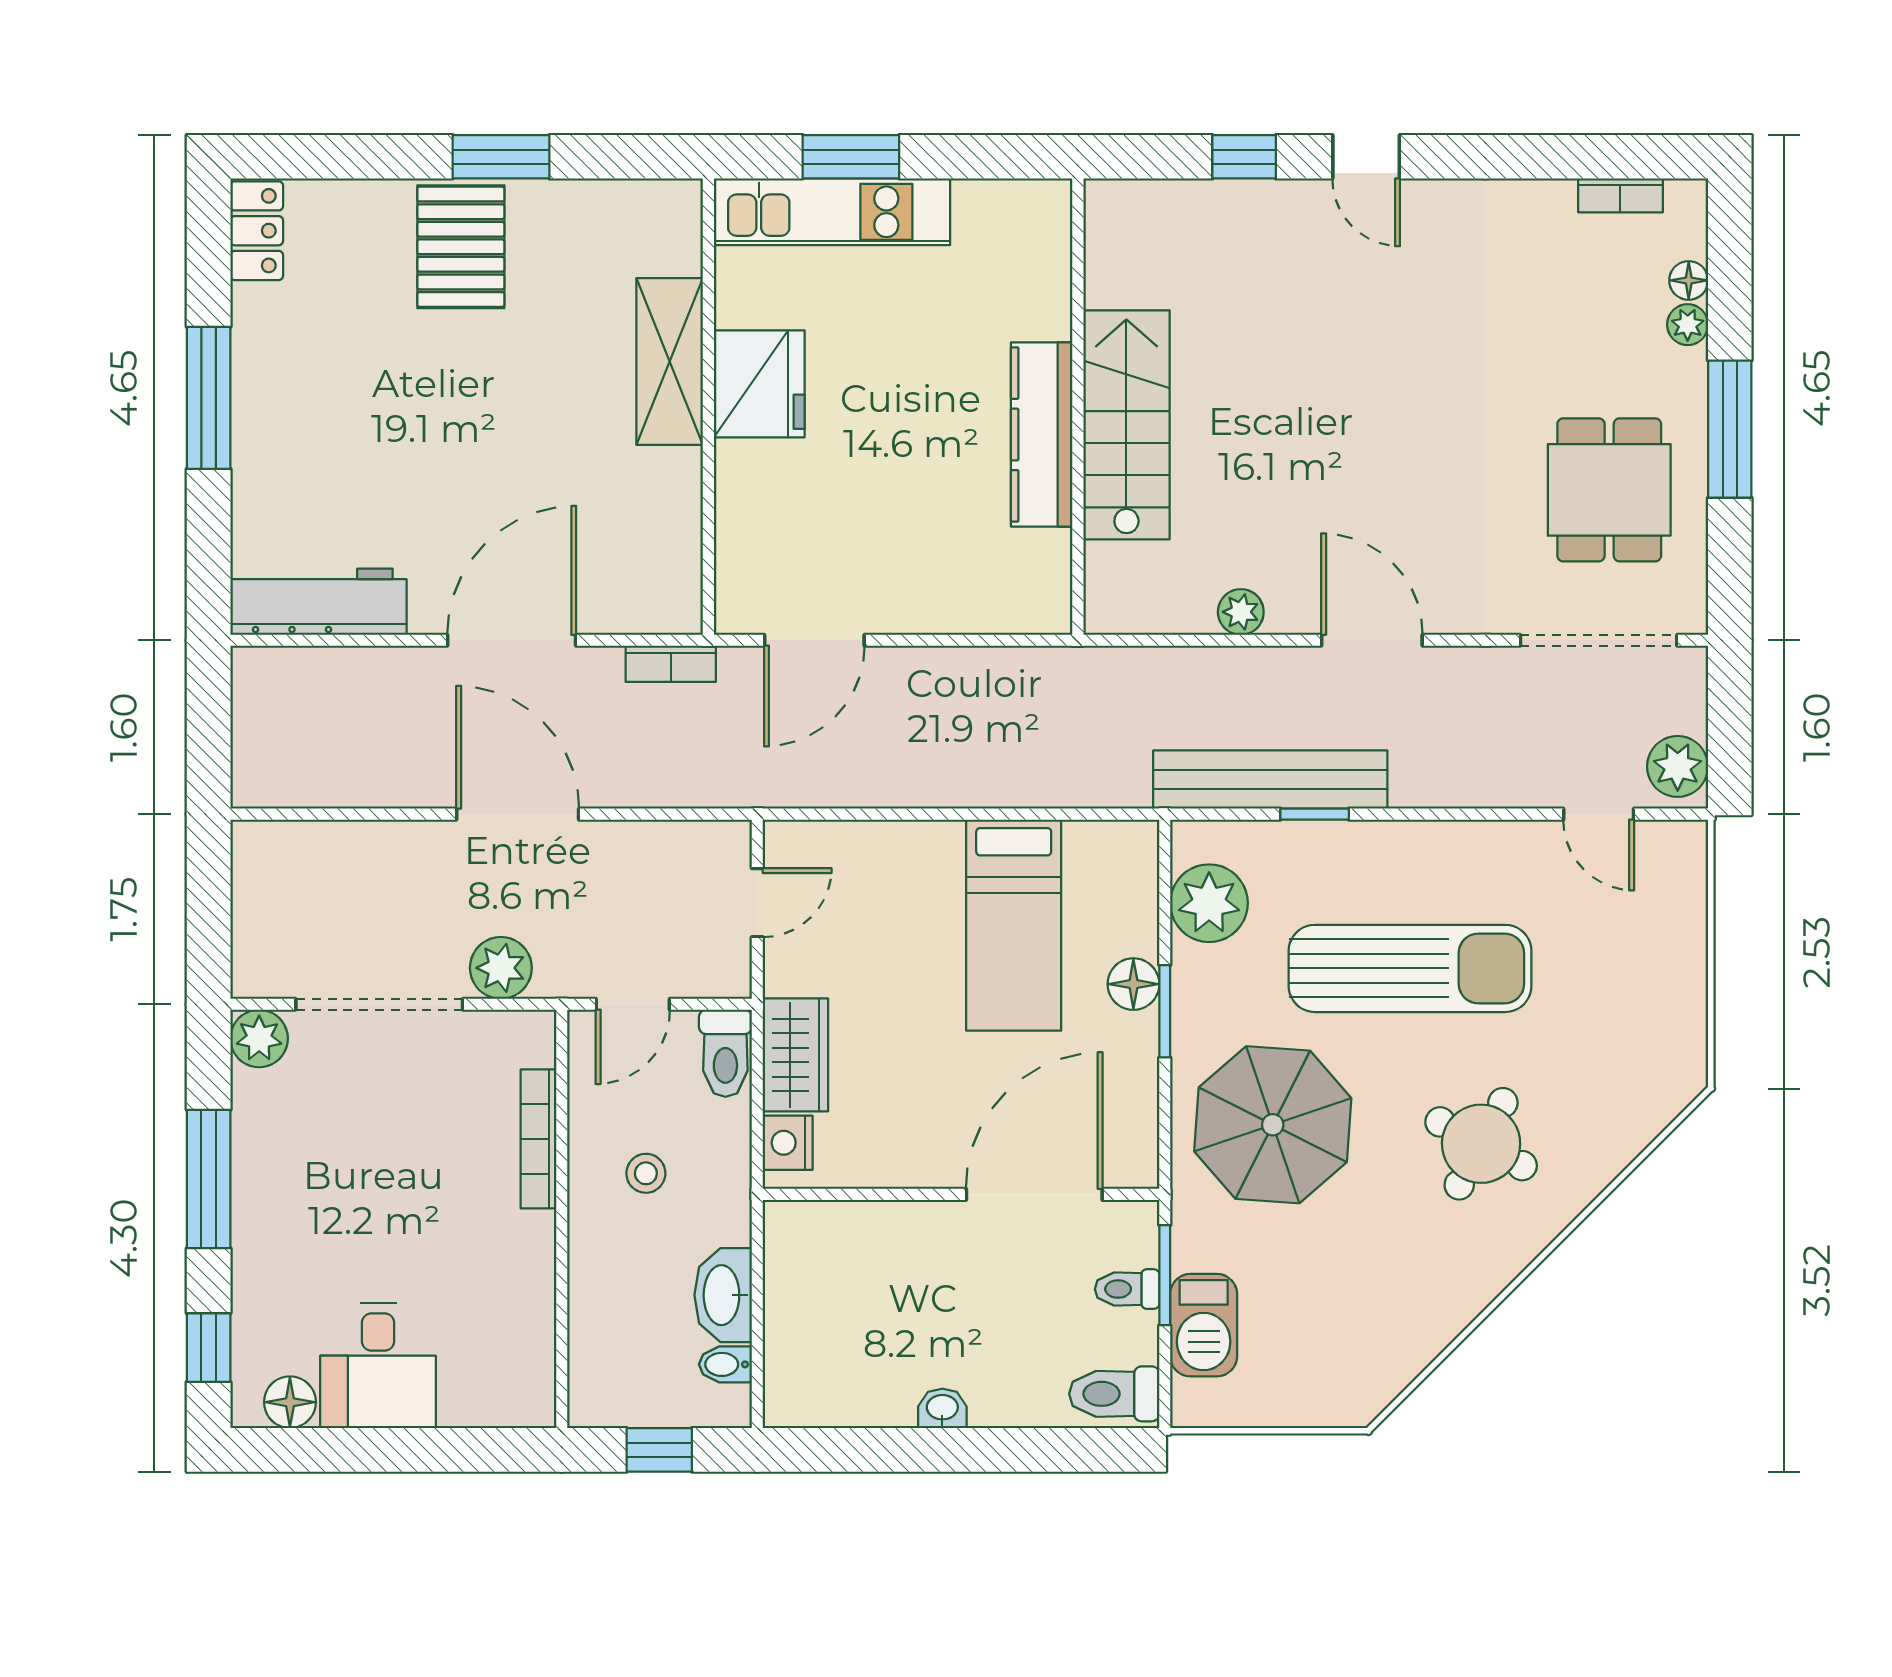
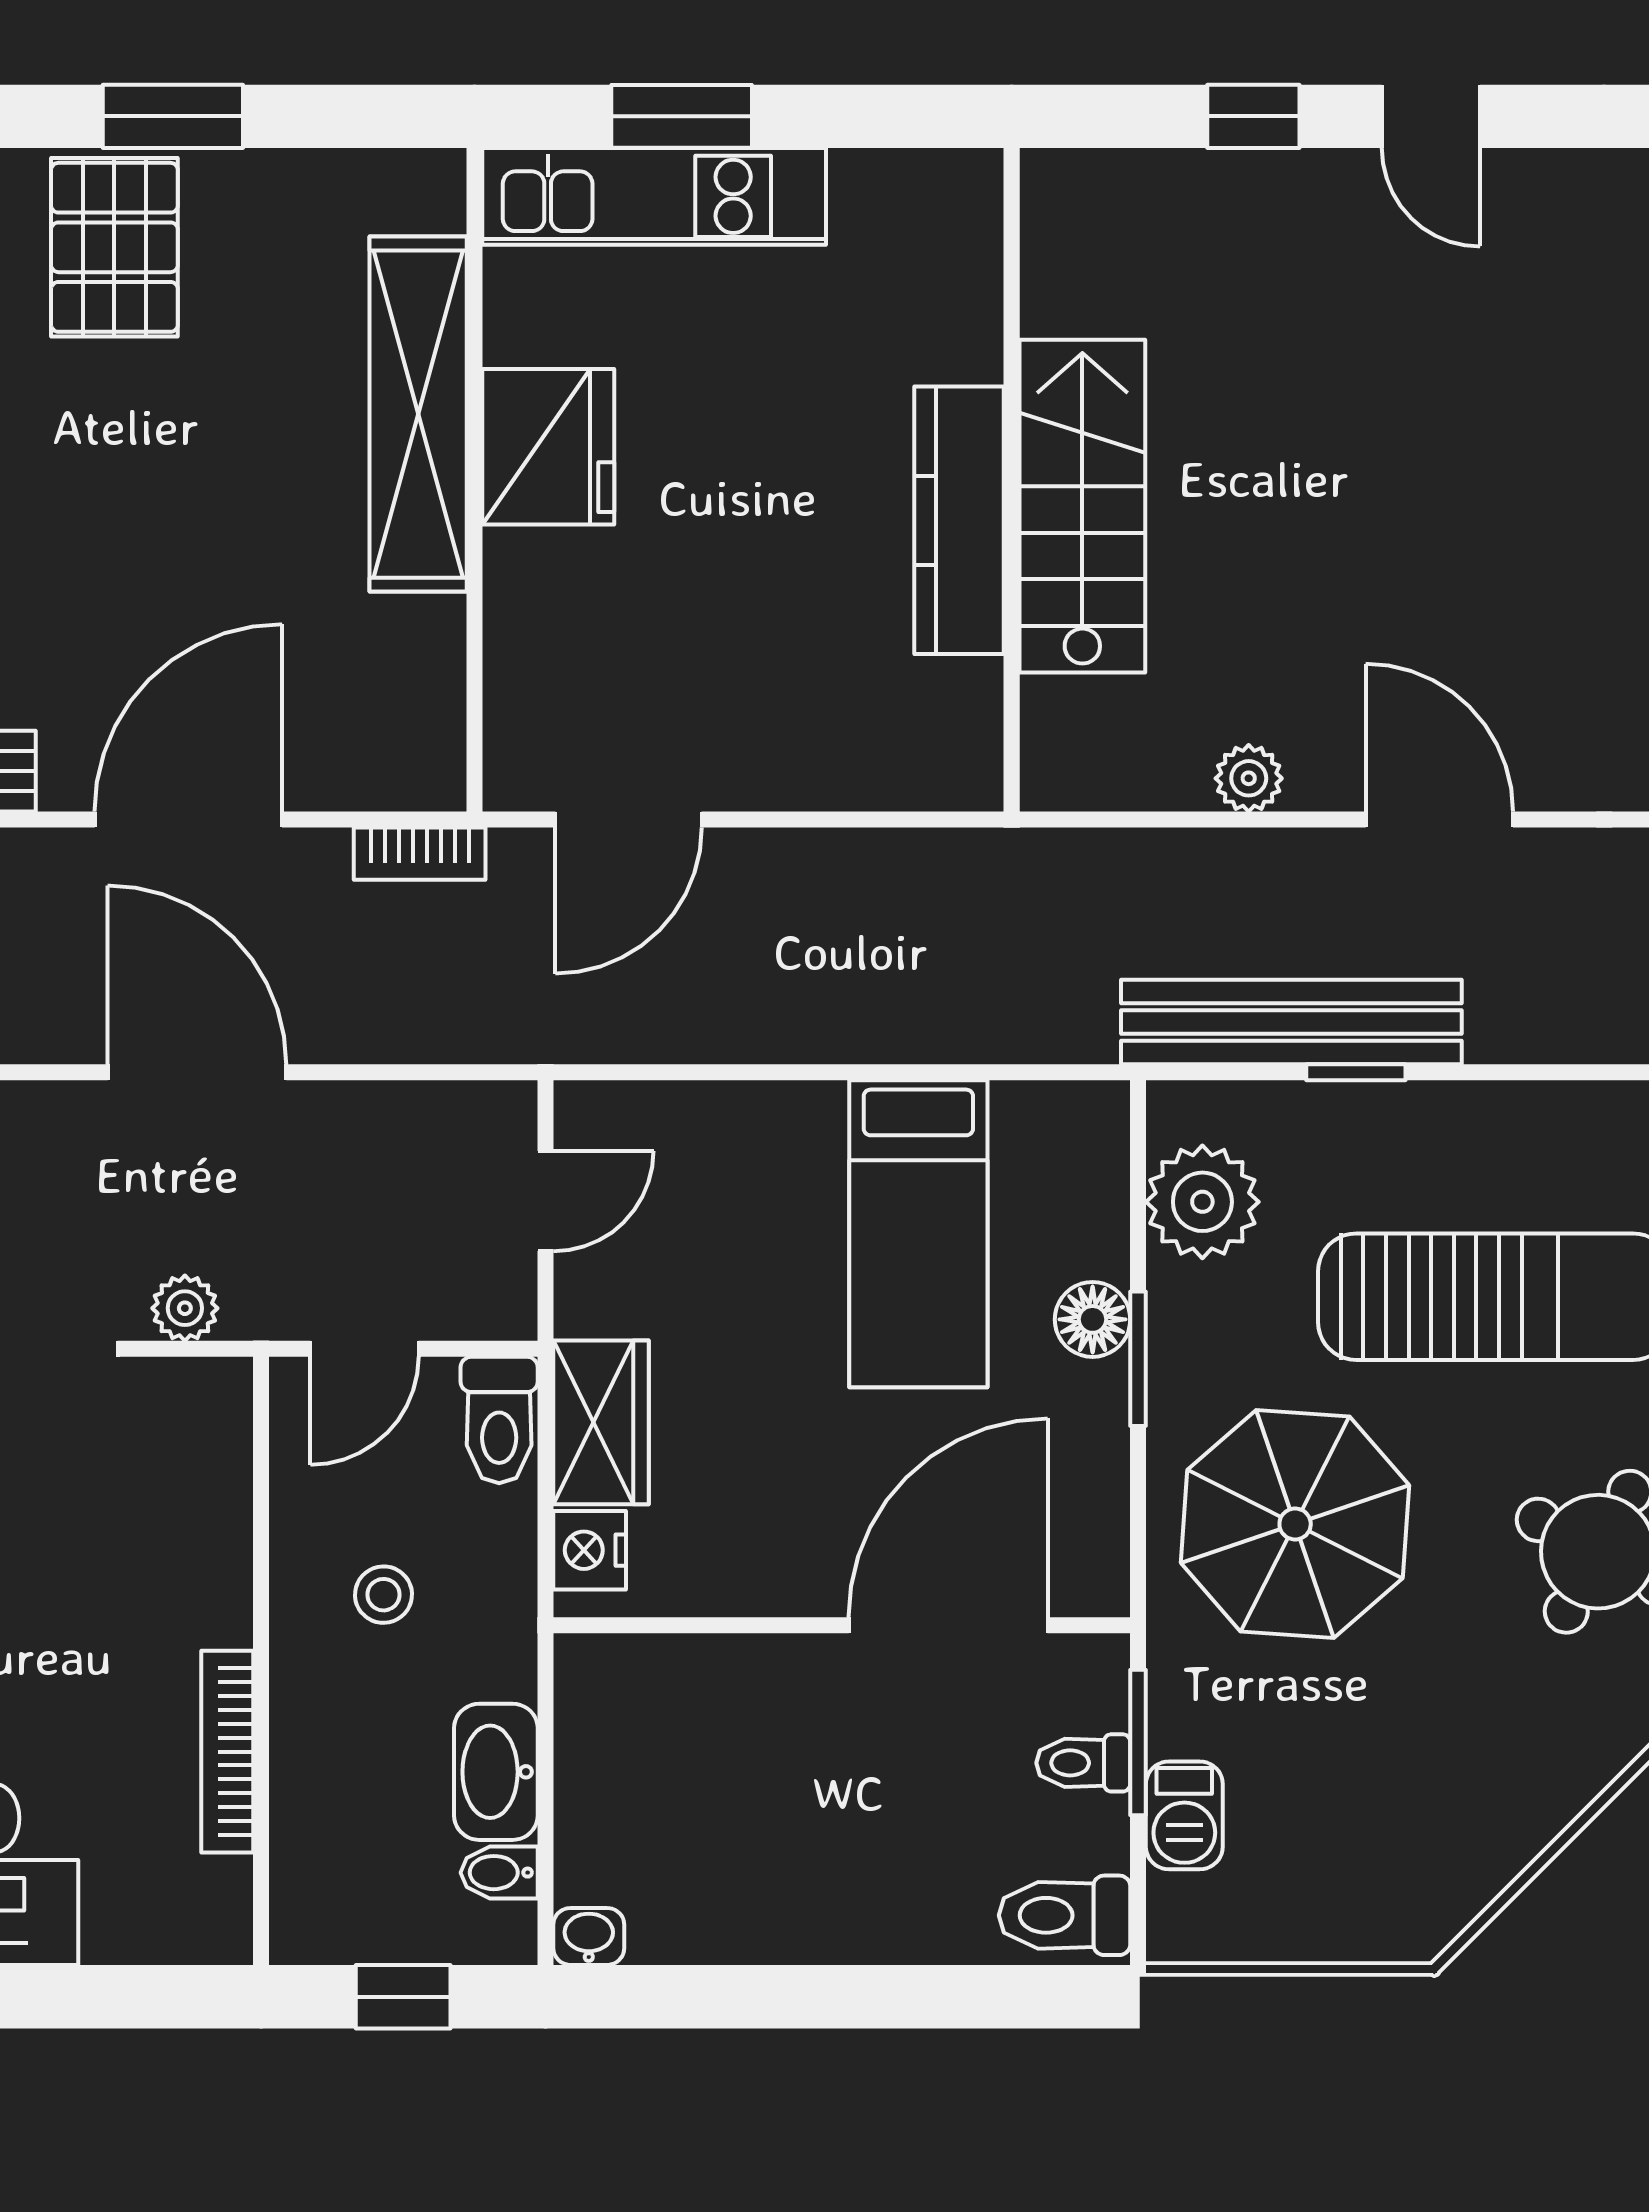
shelving: (670, 361) -> (418, 414), width x1.47
plant: (501, 968) -> (185, 1308), width x0.73, depth x0.73
bookcase: (538, 1139) -> (227, 1752), moved
barbecue: (1204, 1325) -> (1184, 1815), width x0.73, depth x0.79
washbasin: (942, 1408) -> (589, 1936), moved

